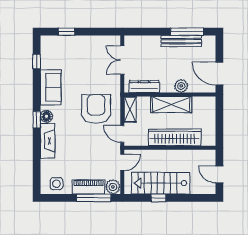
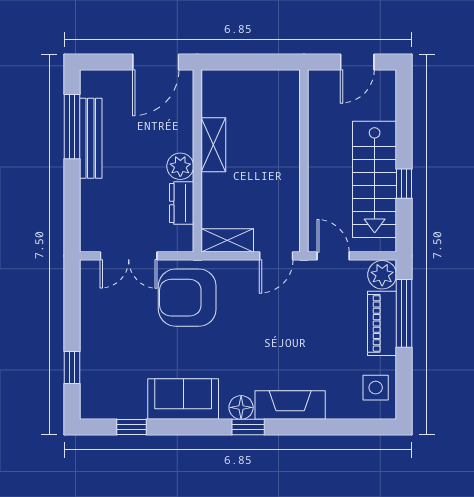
plant: (181, 86) -> (180, 166), moved
dresser: (144, 87) -> (182, 203), width x0.70
shelving: (171, 105) -> (213, 145), width x0.67, depth x0.75
armchair: (96, 109) -> (187, 298), moved
wardrobe: (175, 137) -> (283, 151), removed

